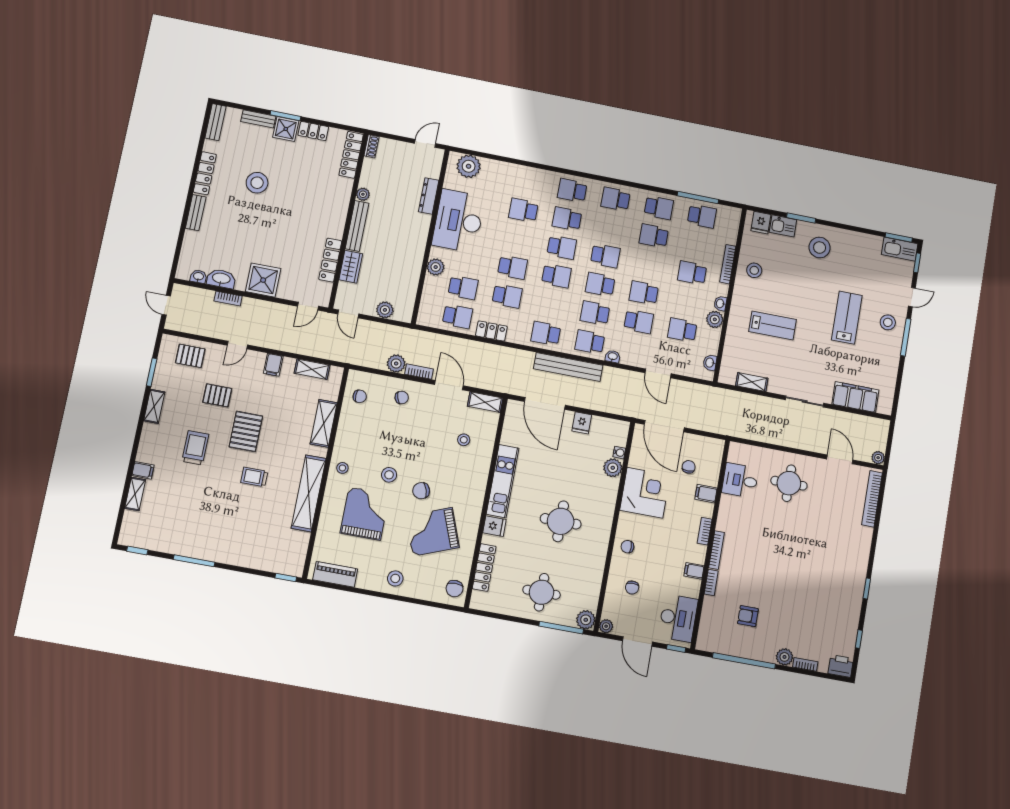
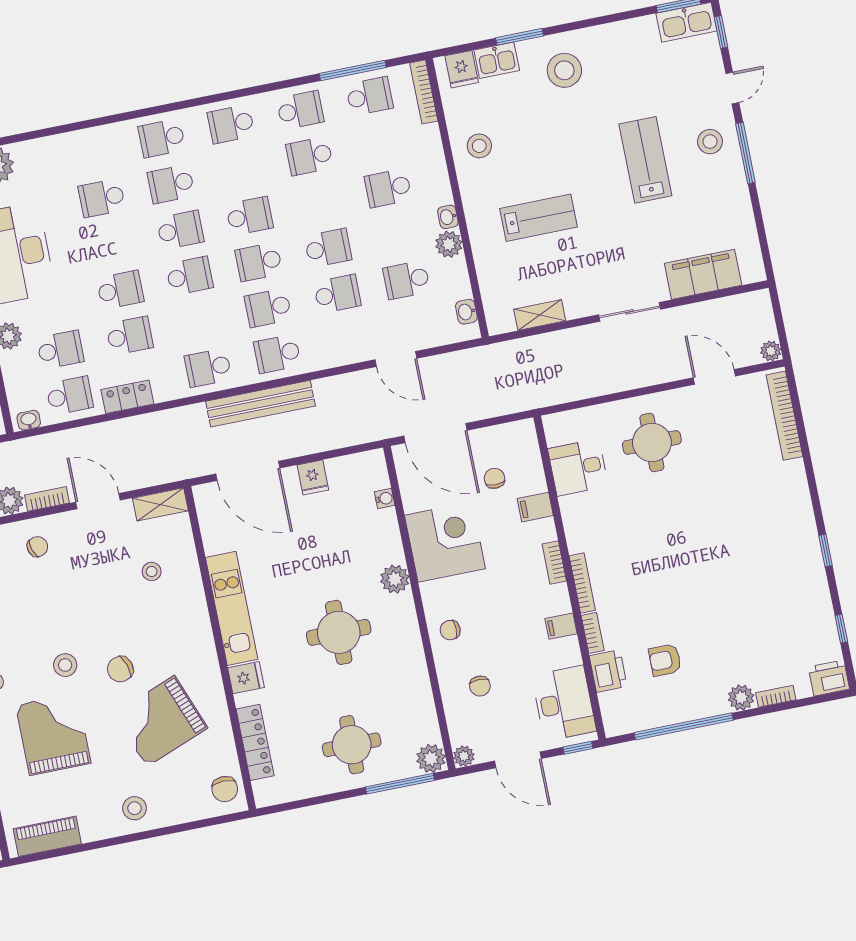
bookcase: (728, 264) -> (424, 92), moved
school desk: (644, 293) -> (328, 248), turned 180
washbasin: (613, 357) -> (29, 420), moved
plant: (613, 468) -> (395, 579), moved
printer: (712, 609) -> (608, 671), added

